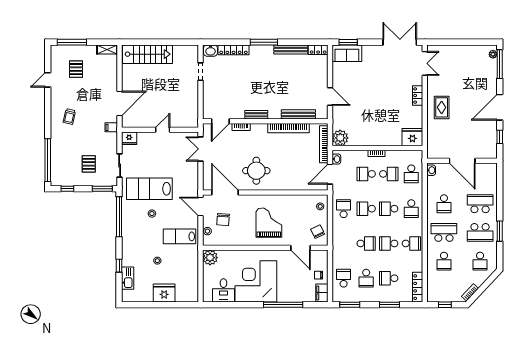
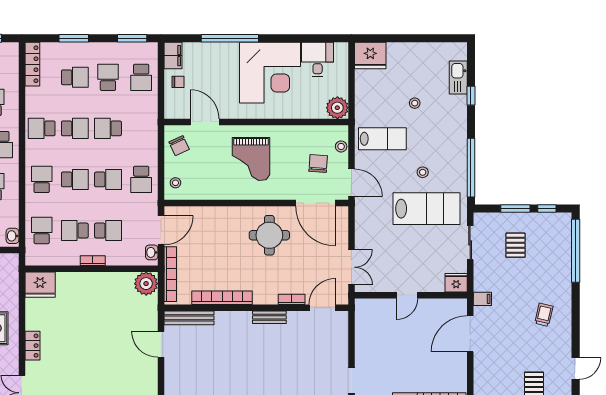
bench: (298, 114) -> (189, 318), moved
window: (102, 189) -> (515, 209), moved
fridge: (164, 293) -> (370, 56), moved

